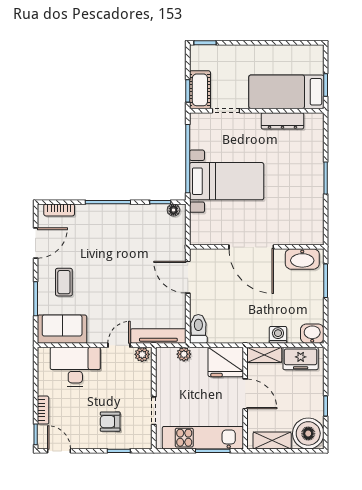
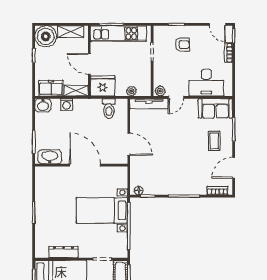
toilet: (198, 329) -> (109, 109), moved

